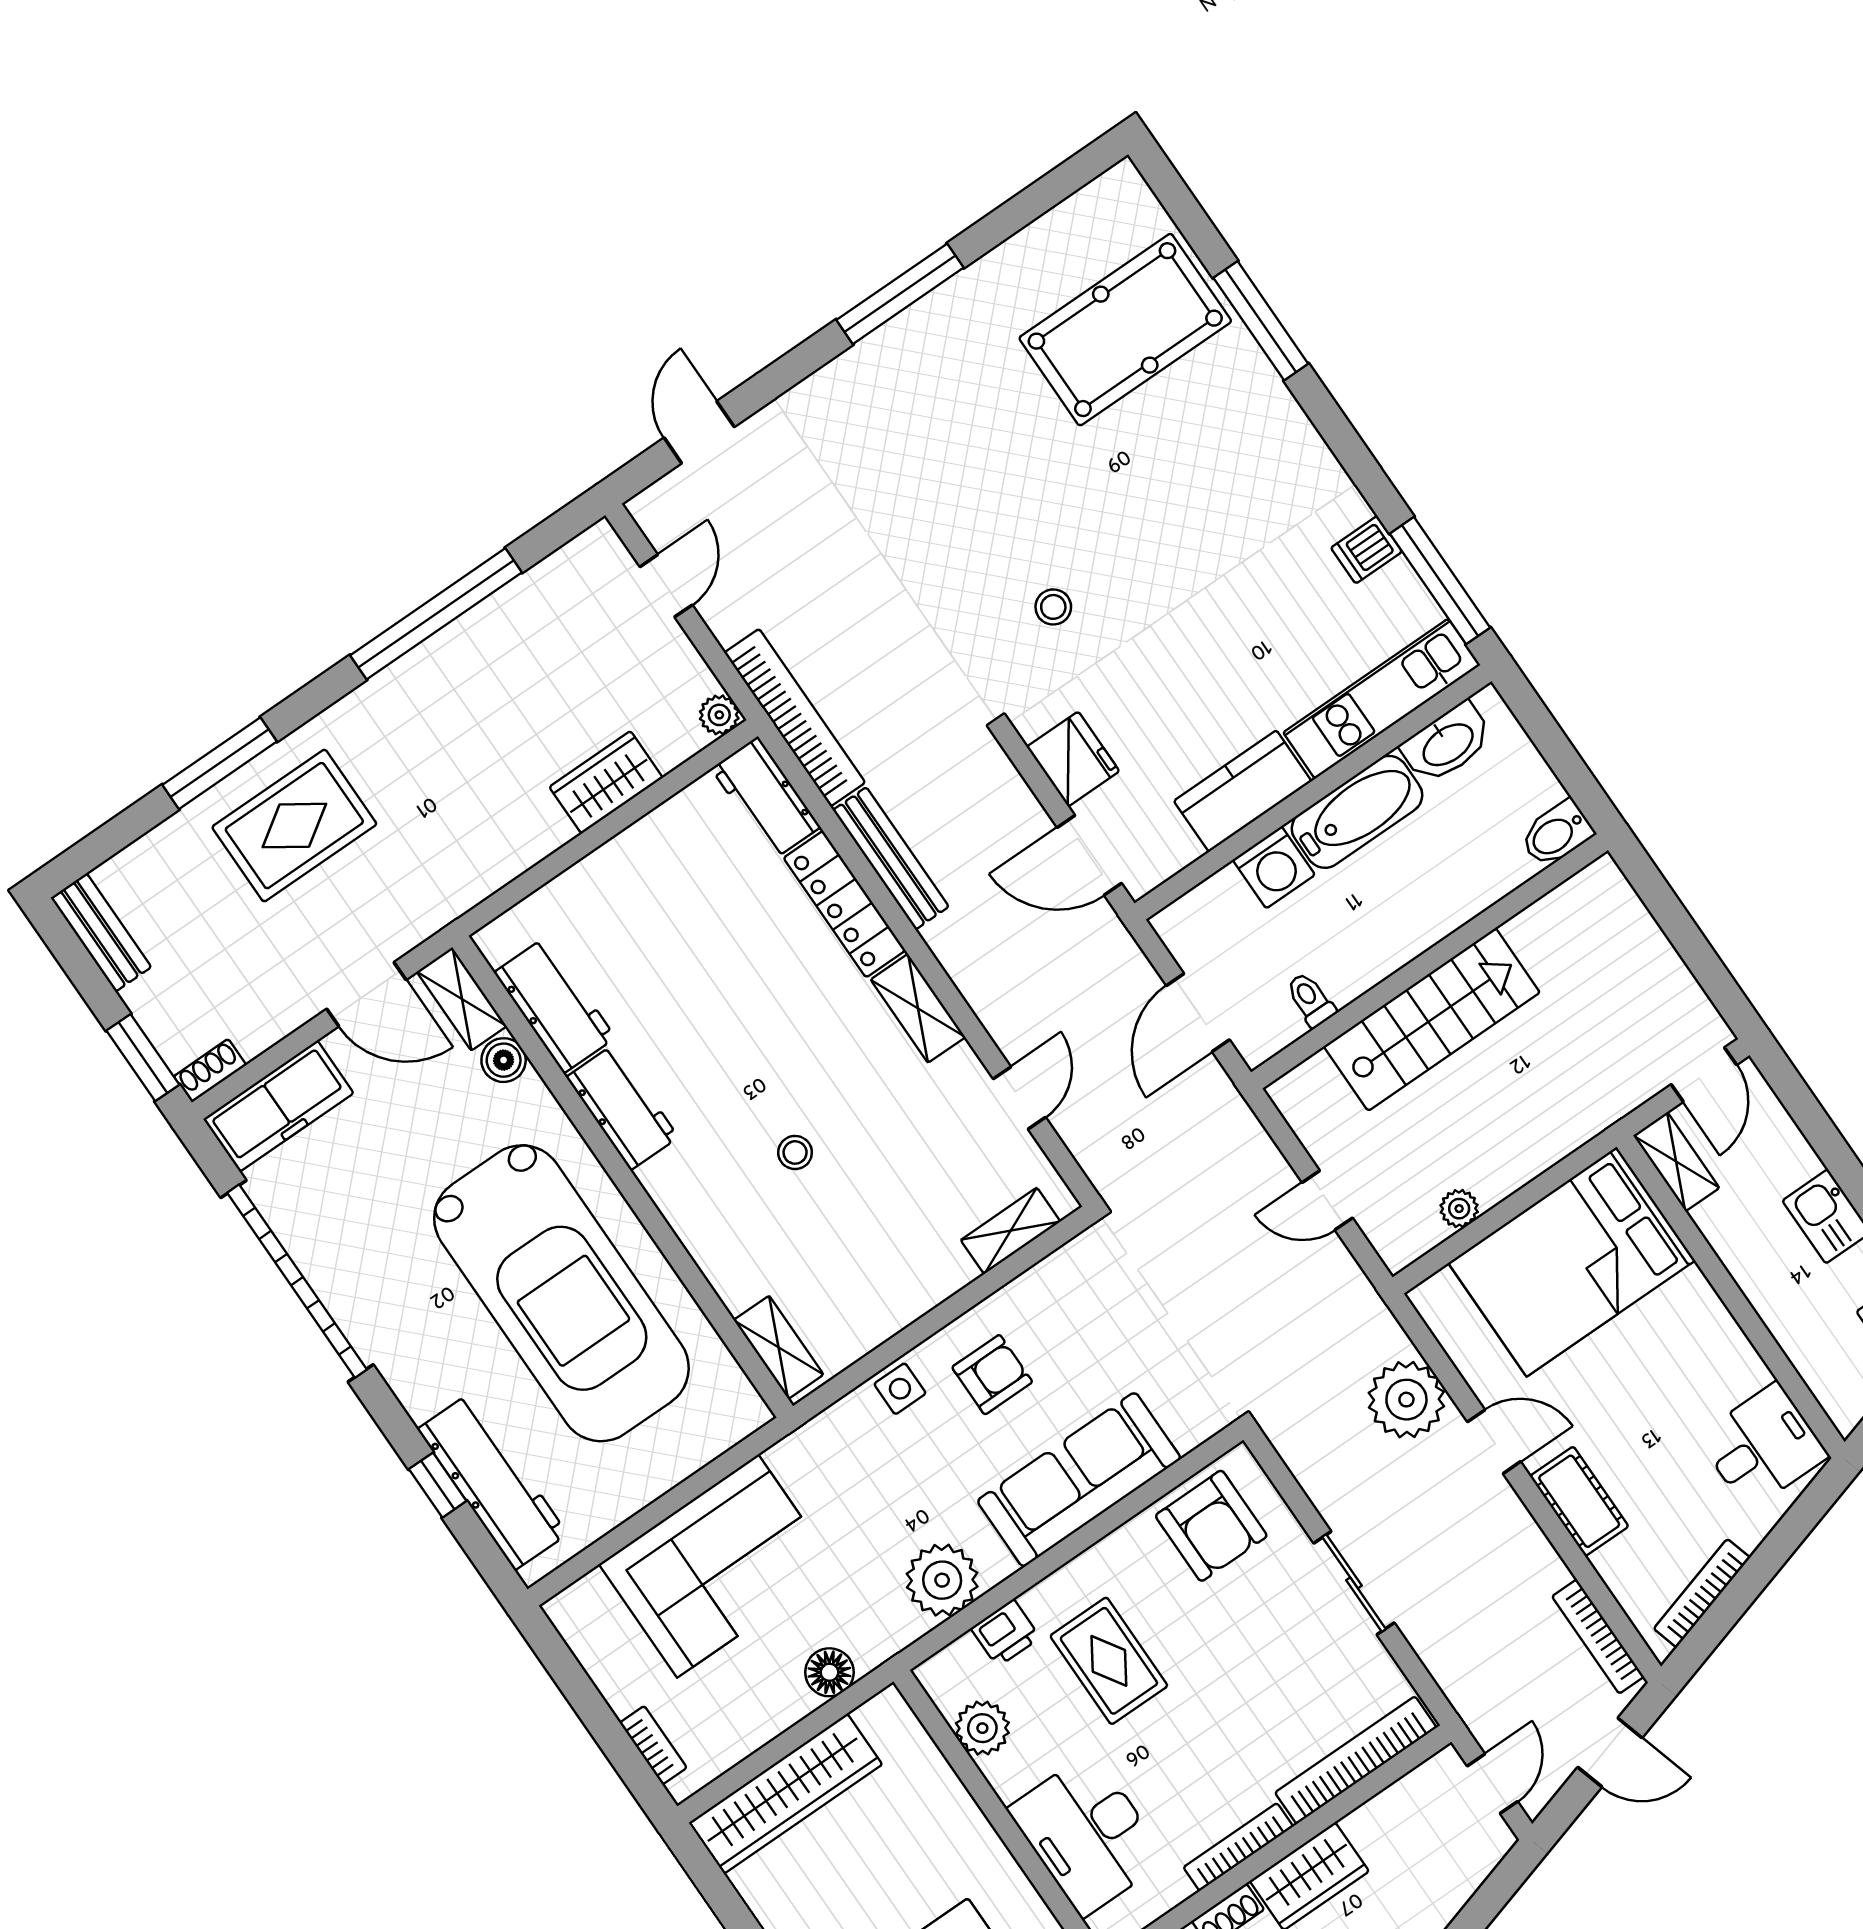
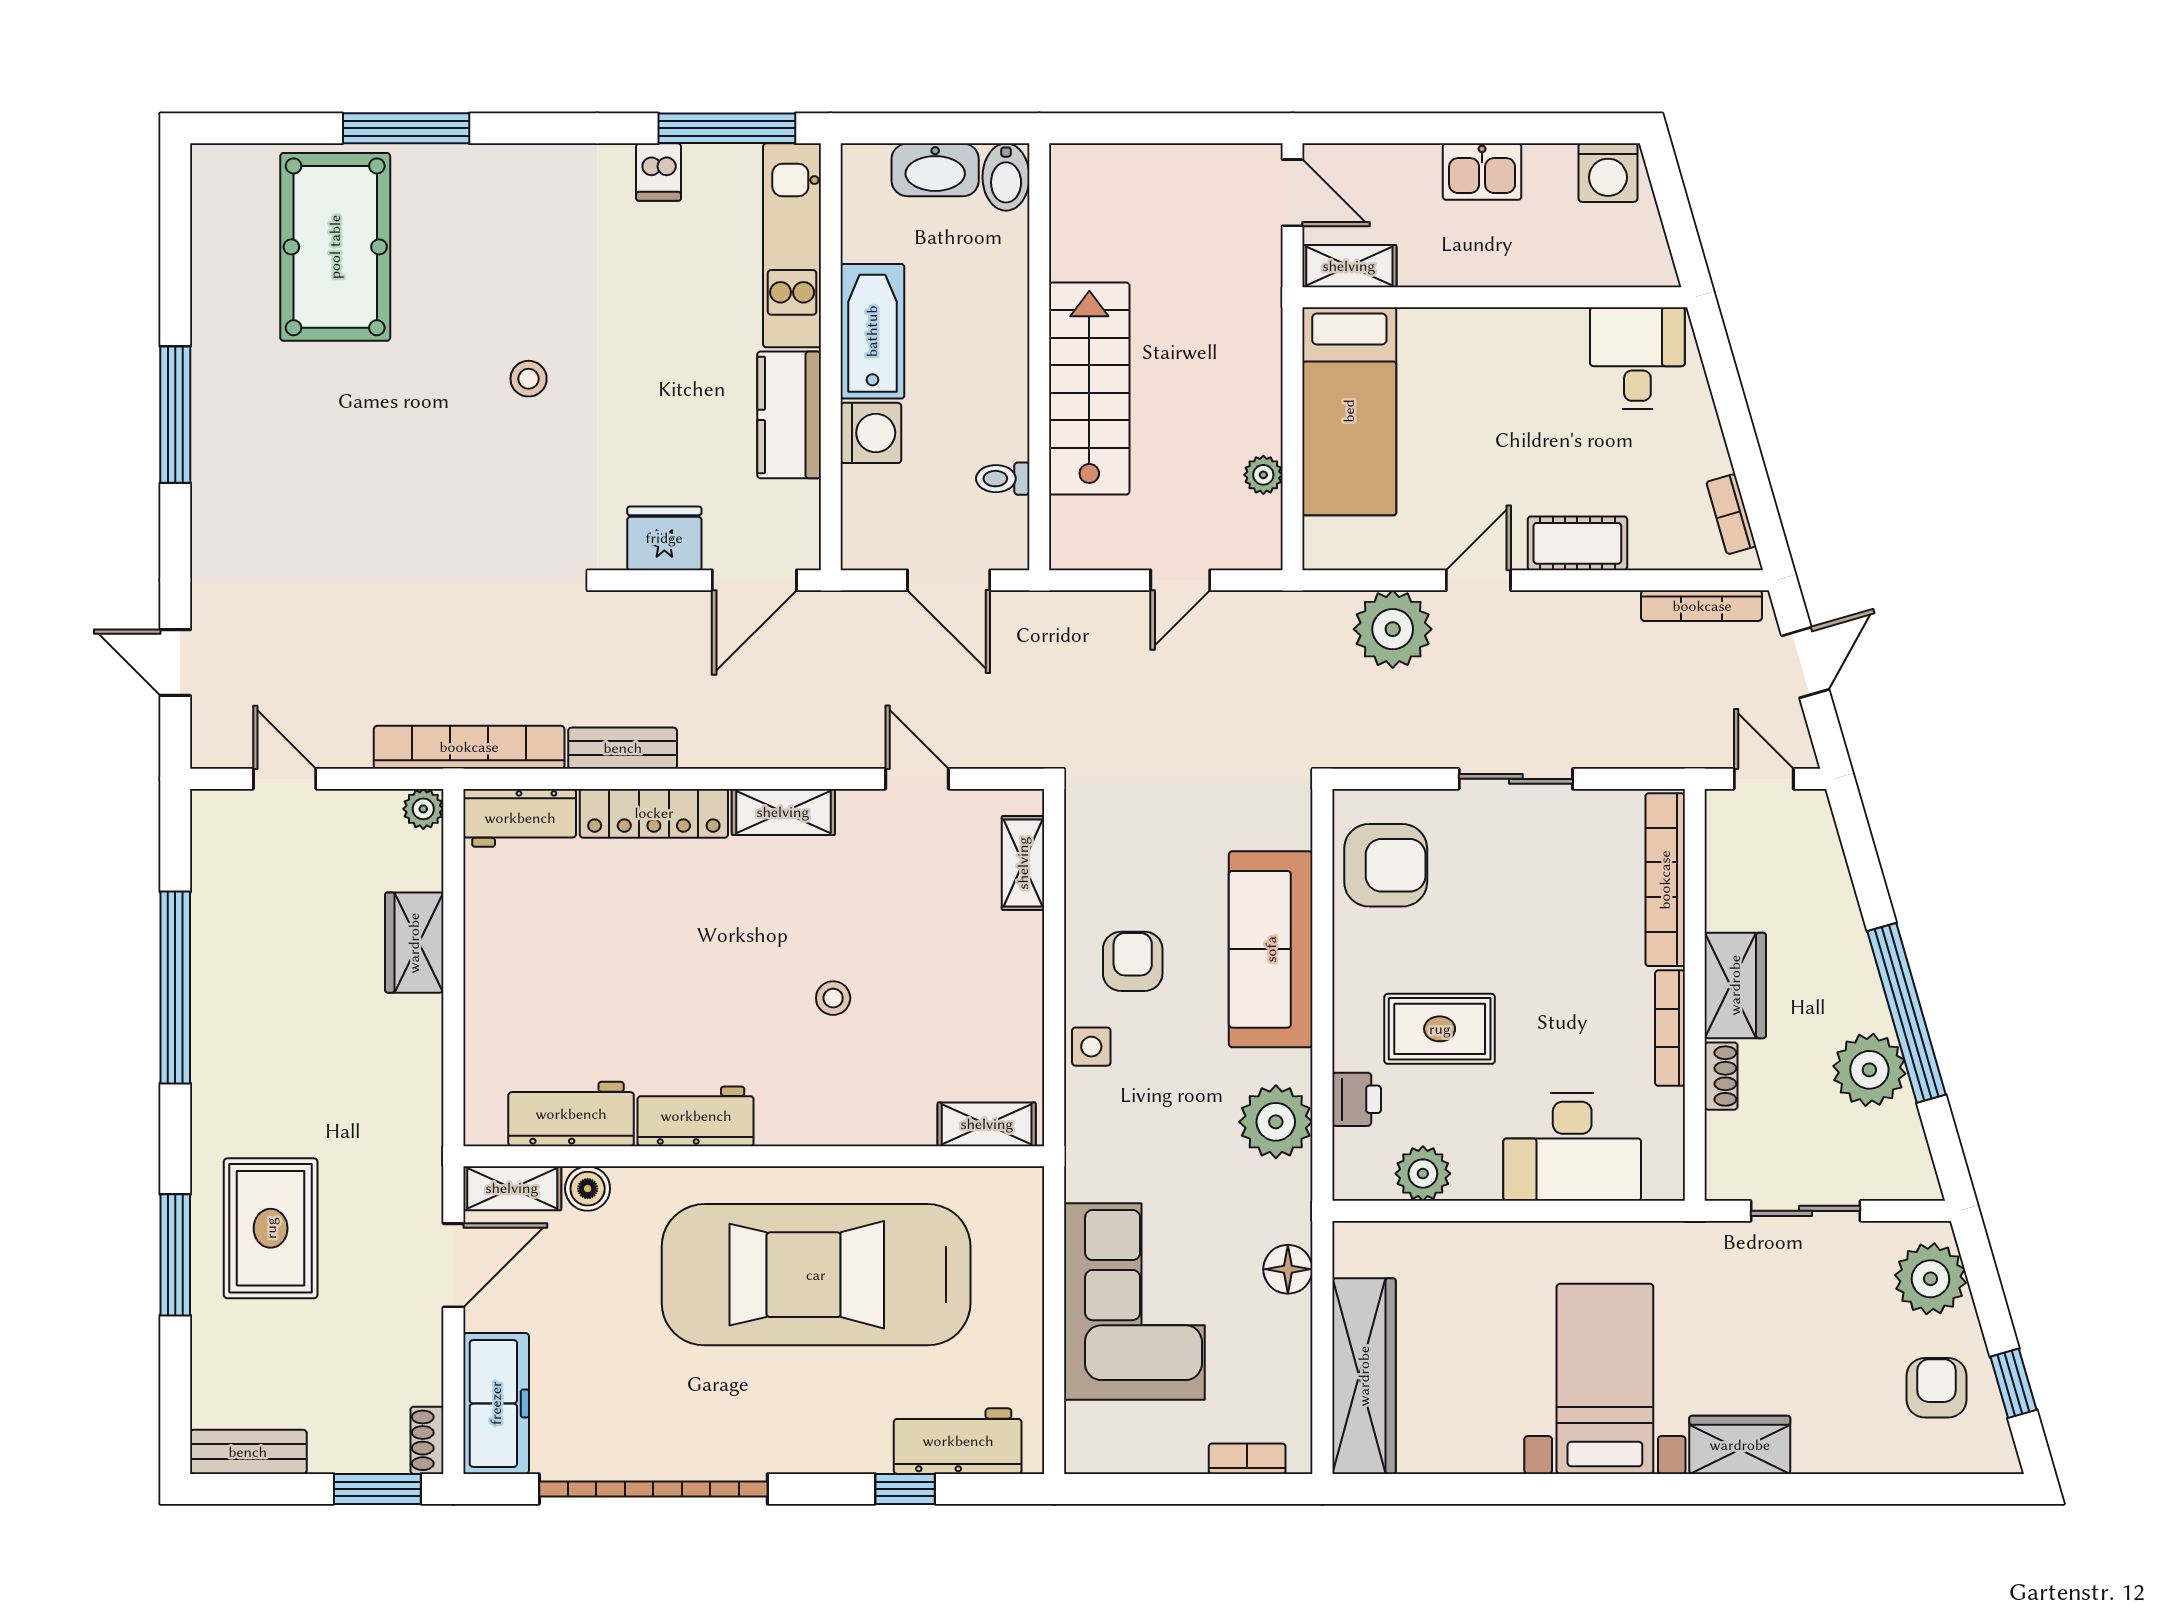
stool: (1053, 607) -> (529, 379), moved
washbasin: (1447, 743) -> (935, 170), moved, turned 90
bench: (891, 858) -> (623, 748), width x0.73
bed: (1572, 1262) -> (1349, 411), width x0.67
car: (561, 1293) -> (816, 1275), turned 180
workbench: (492, 1482) -> (958, 1441), width x0.73
bookcase: (1702, 1593) -> (1731, 514), width x0.64

